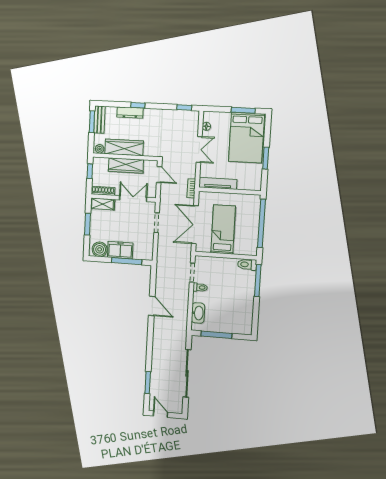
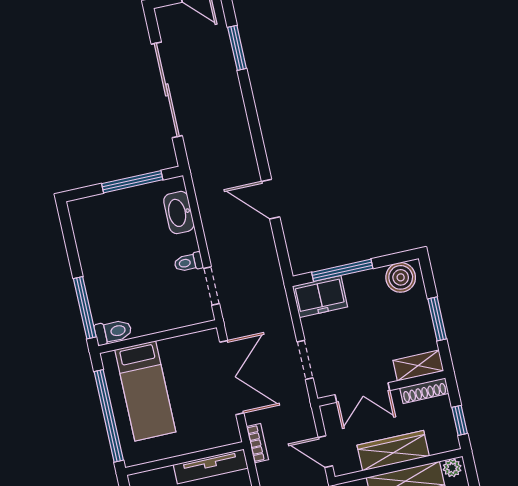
bed: (223, 229) -> (145, 391), moved
freezer: (120, 250) -> (320, 297), moved

